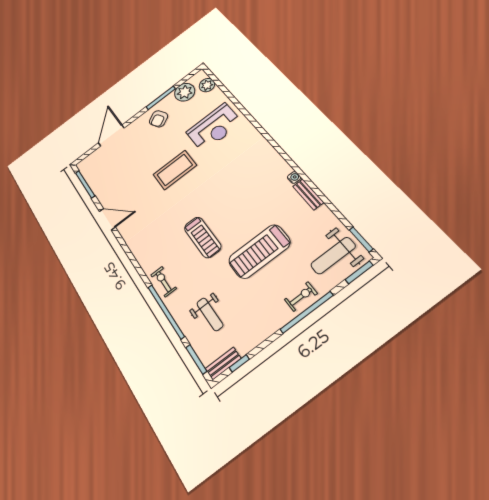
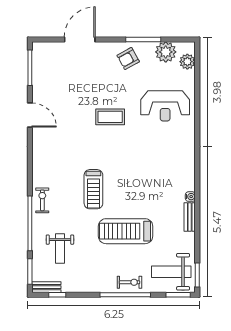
coffee table: (175, 170) -> (110, 117), width x0.73, depth x0.76

